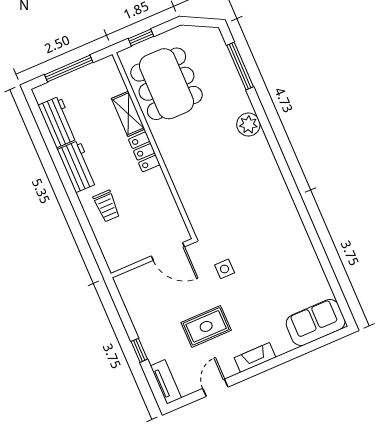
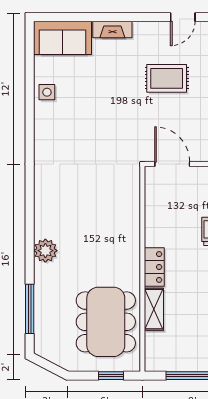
side table: (225, 269) -> (47, 92), moved
fireplace: (255, 357) -> (112, 30), moved

